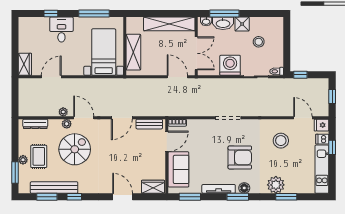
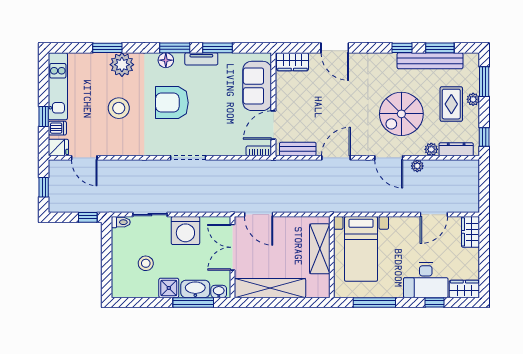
wardrobe: (29, 23) -> (464, 289), added
desk: (61, 30) -> (426, 280), width x1.37
plant: (67, 124) -> (431, 149), moved
window: (15, 133) -> (484, 137), added
stool: (281, 141) -> (119, 108), moved
tv unit: (219, 189) -> (201, 59), width x0.71
window: (190, 197) -> (217, 48), moved

